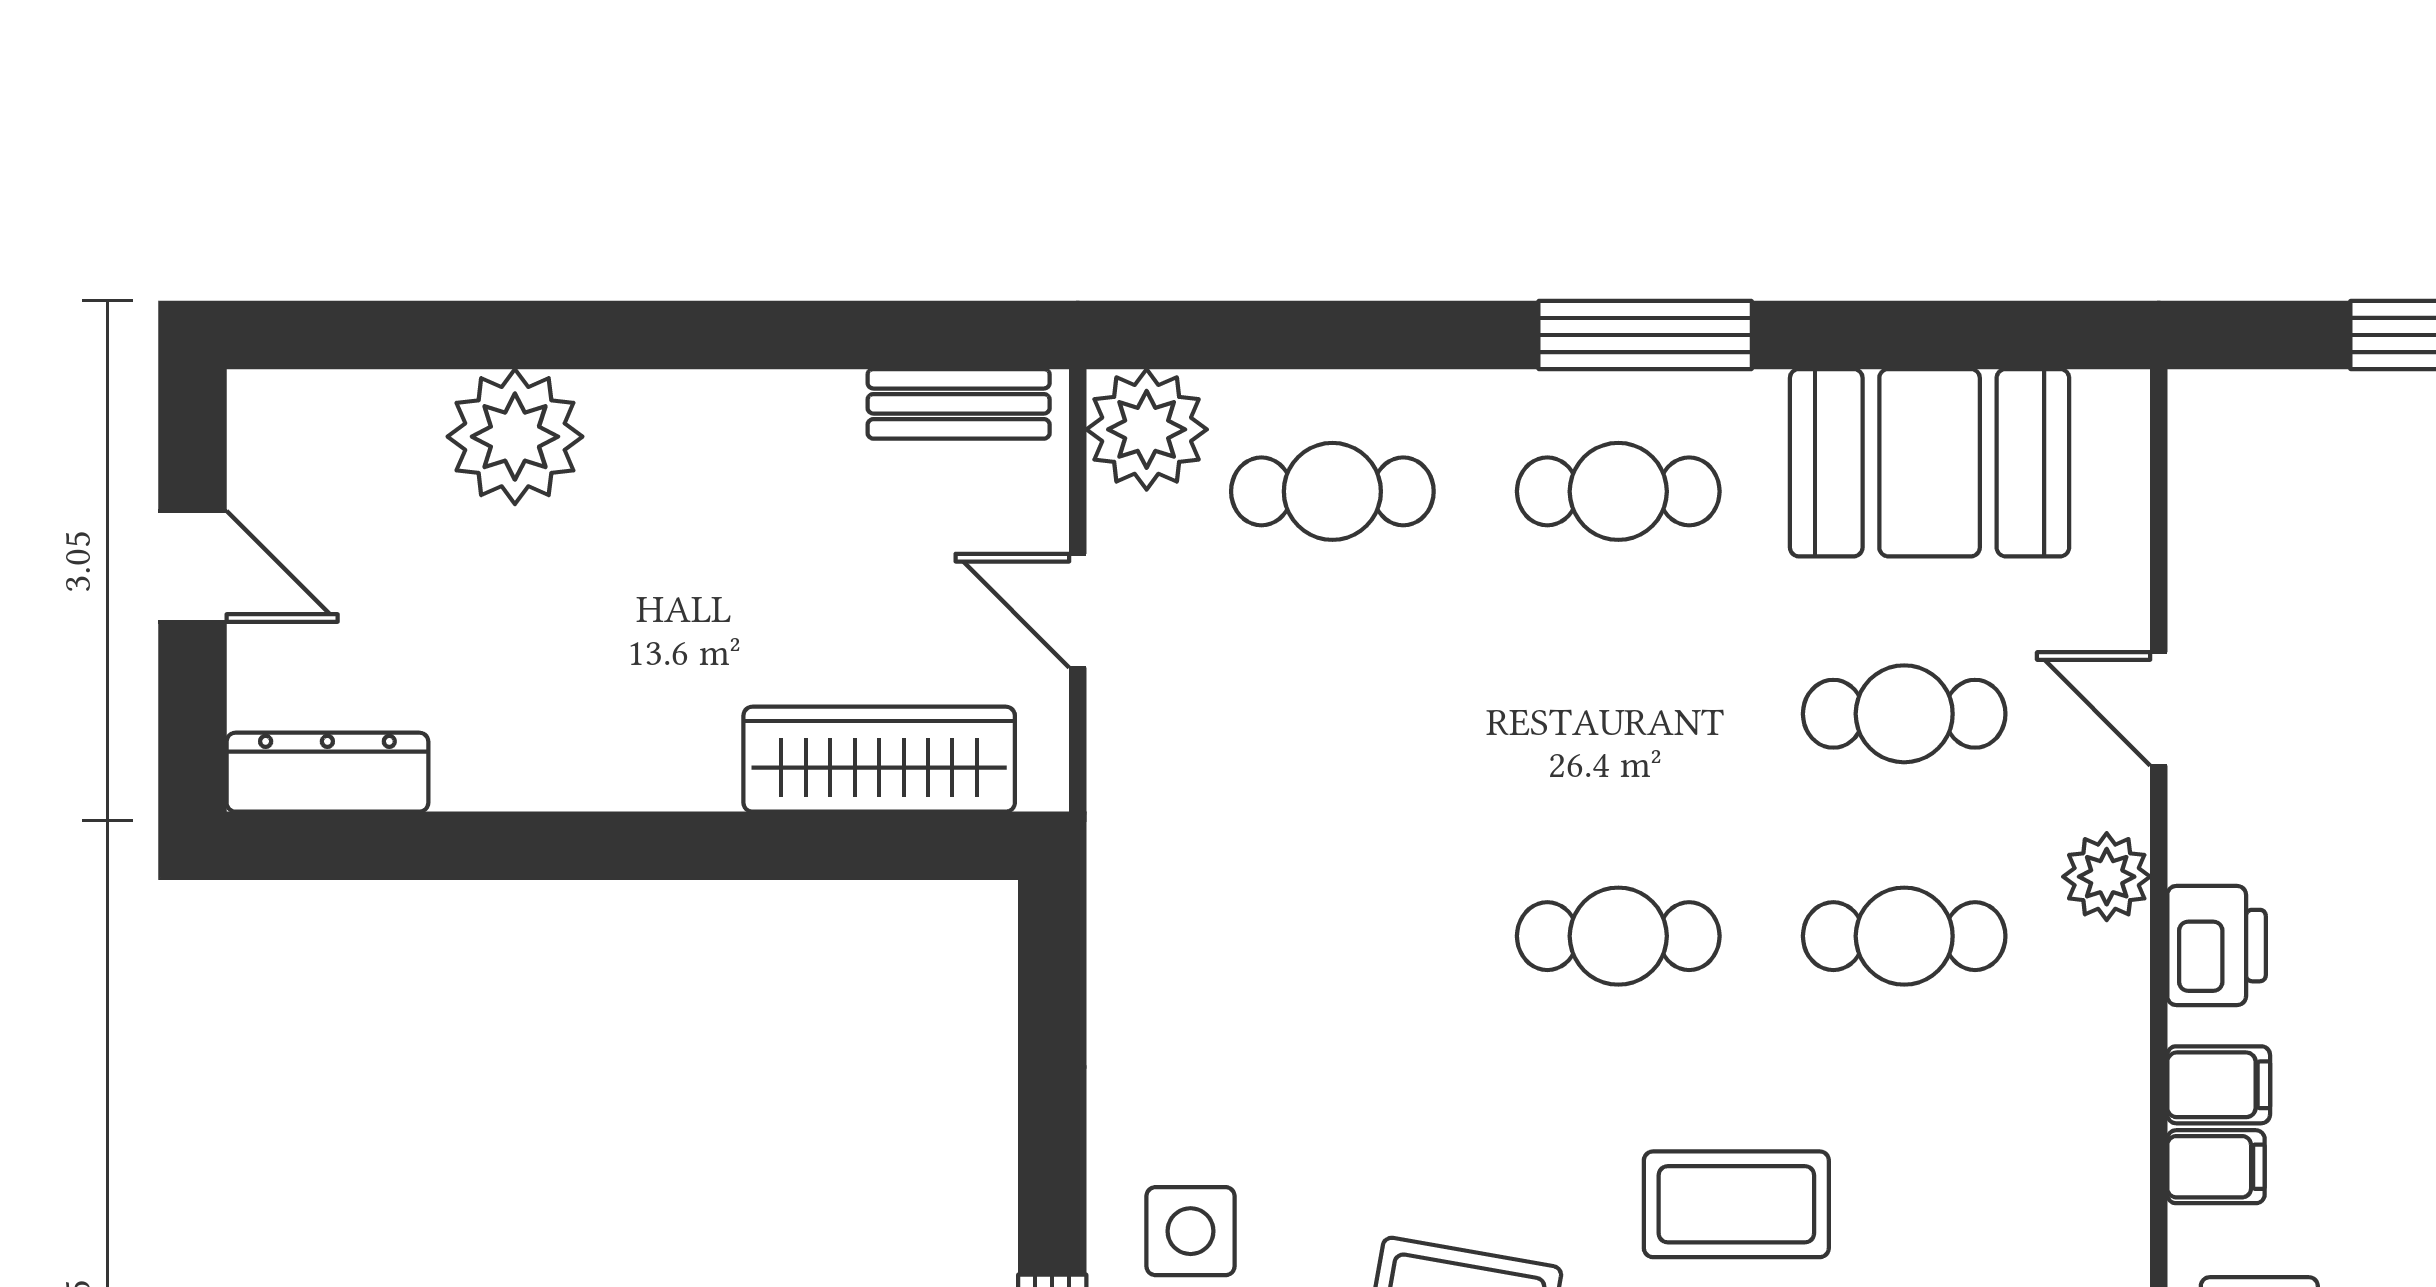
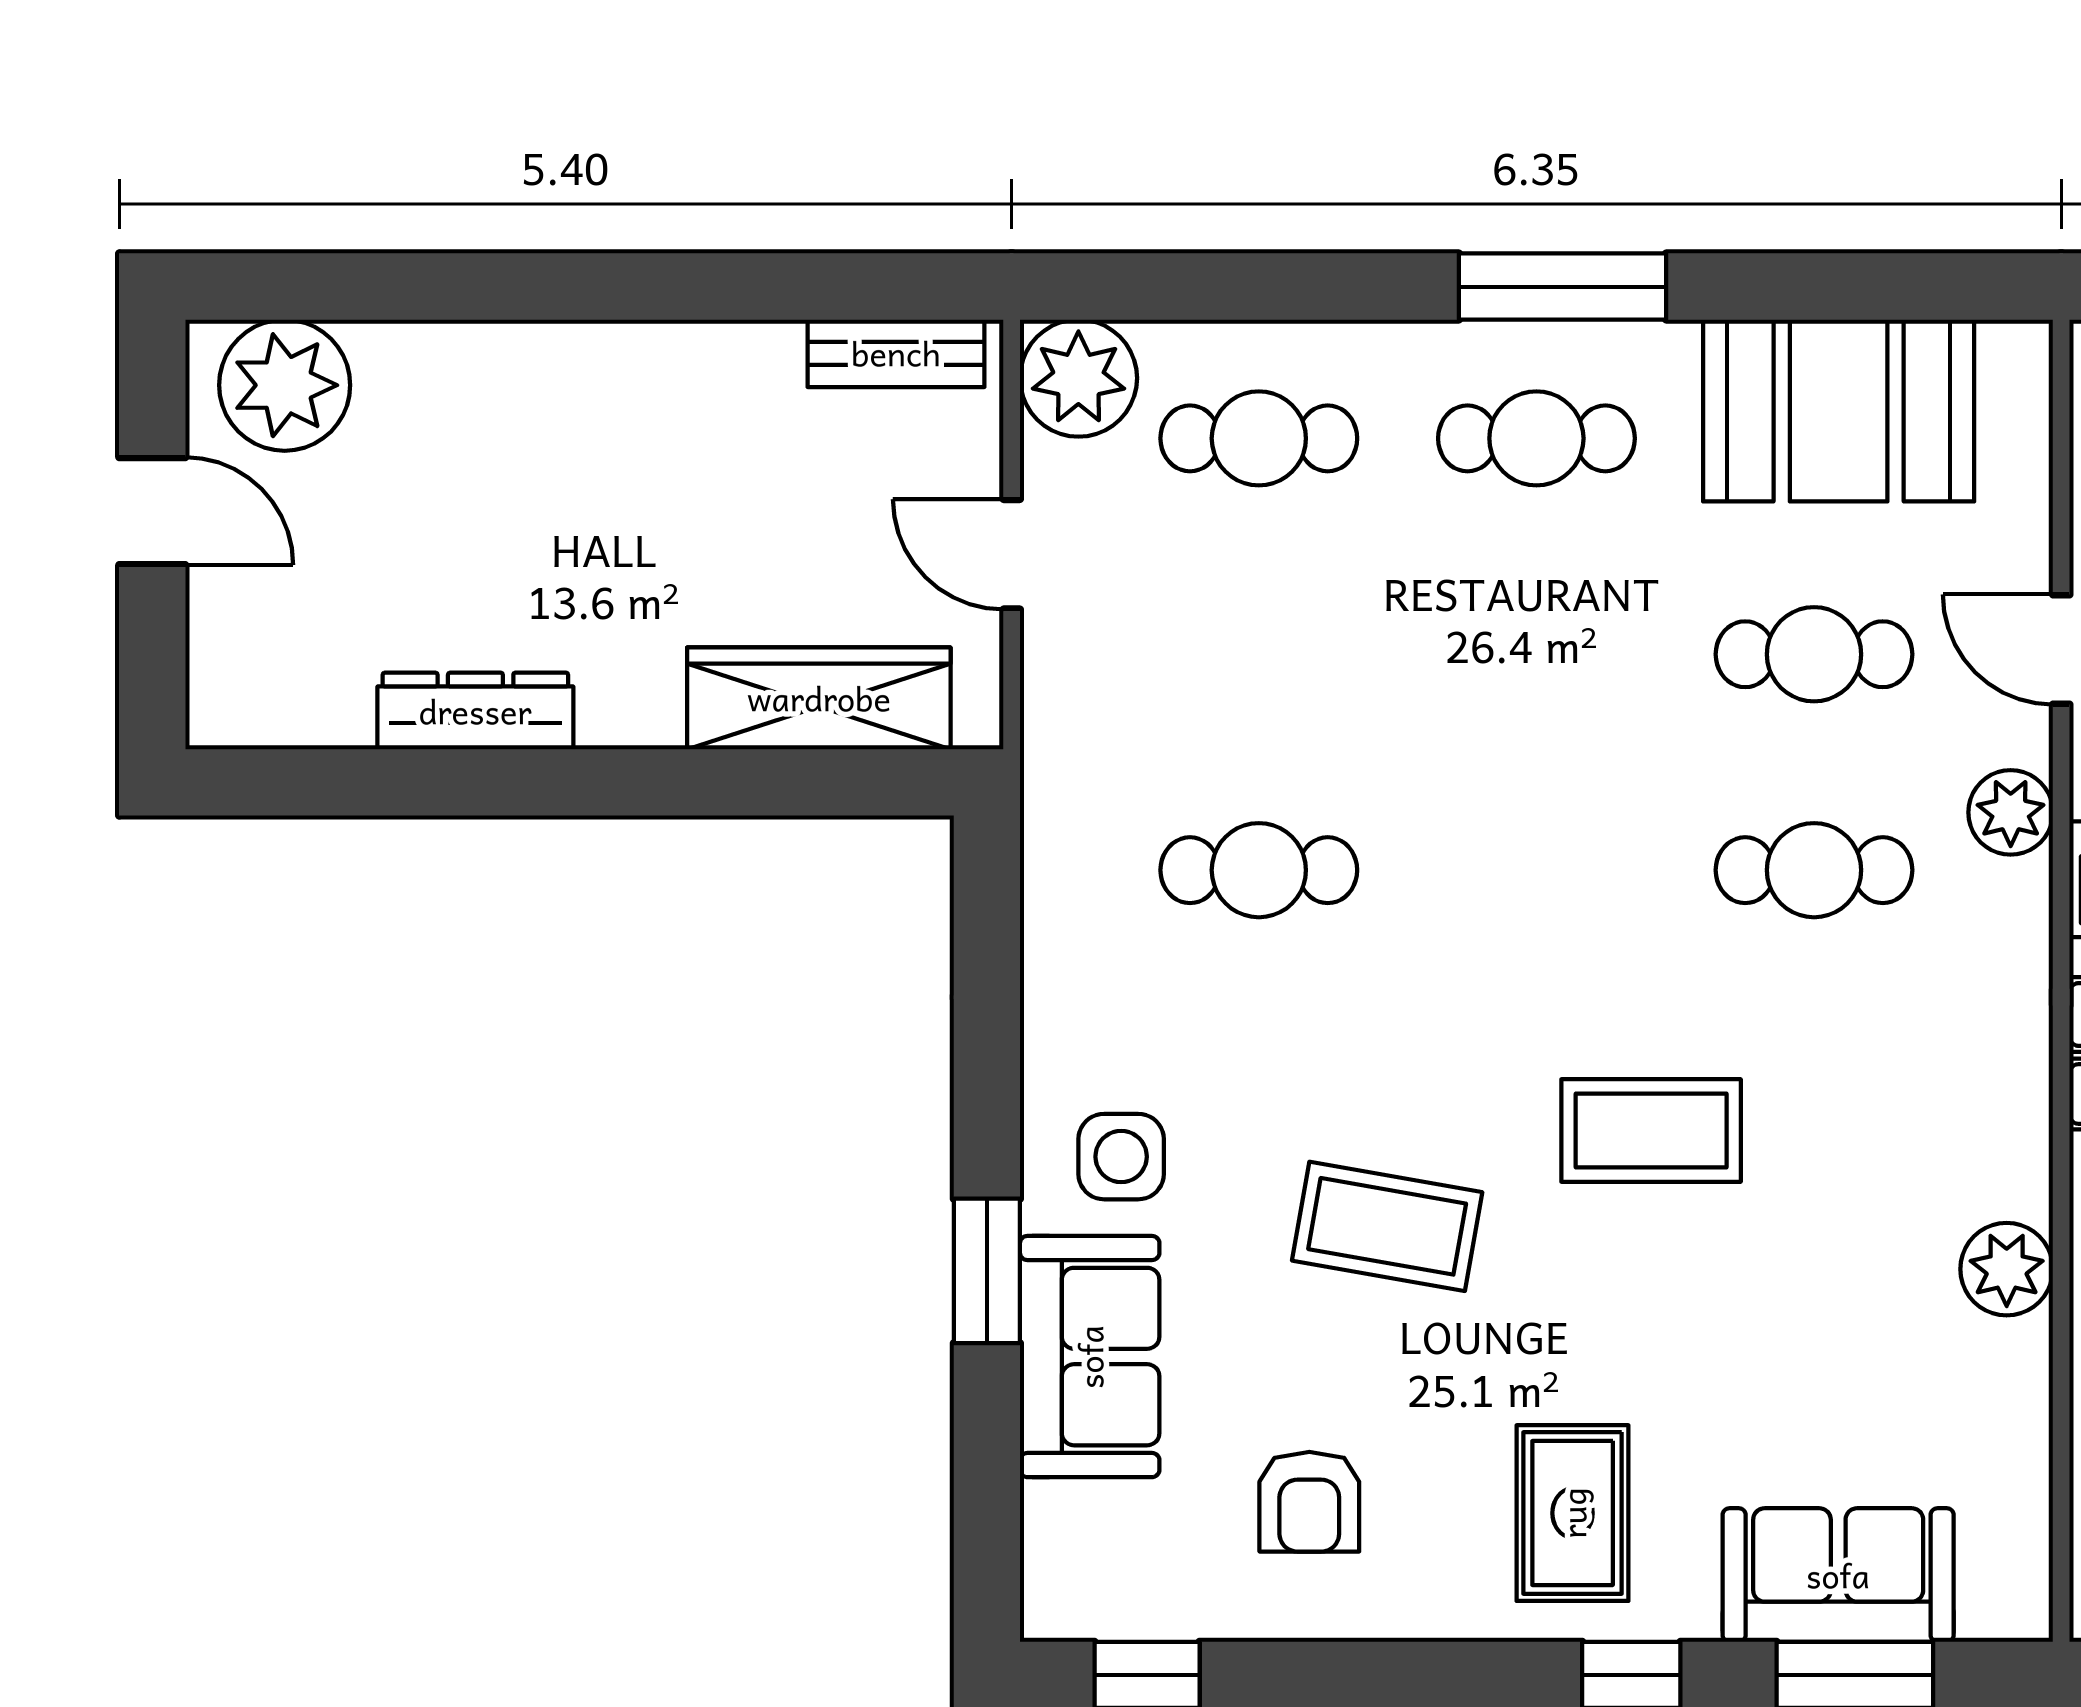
plant: (515, 437) -> (285, 385), moved
dresser: (327, 772) -> (475, 711), moved
cafe table: (1618, 936) -> (1259, 870), moved

